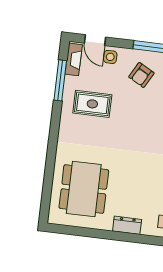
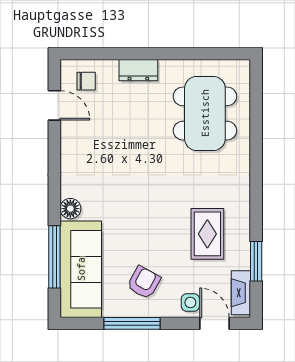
window: (60, 80) -> (256, 261), width x0.69
rug: (92, 104) -> (207, 234), turned 90

